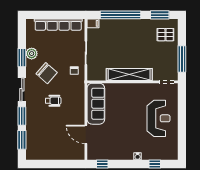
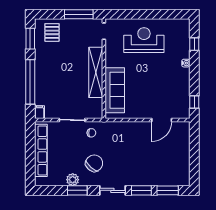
wheelchair: (53, 101) -> (125, 156), removed
sofa: (96, 104) -> (115, 90), moved, turned 90

